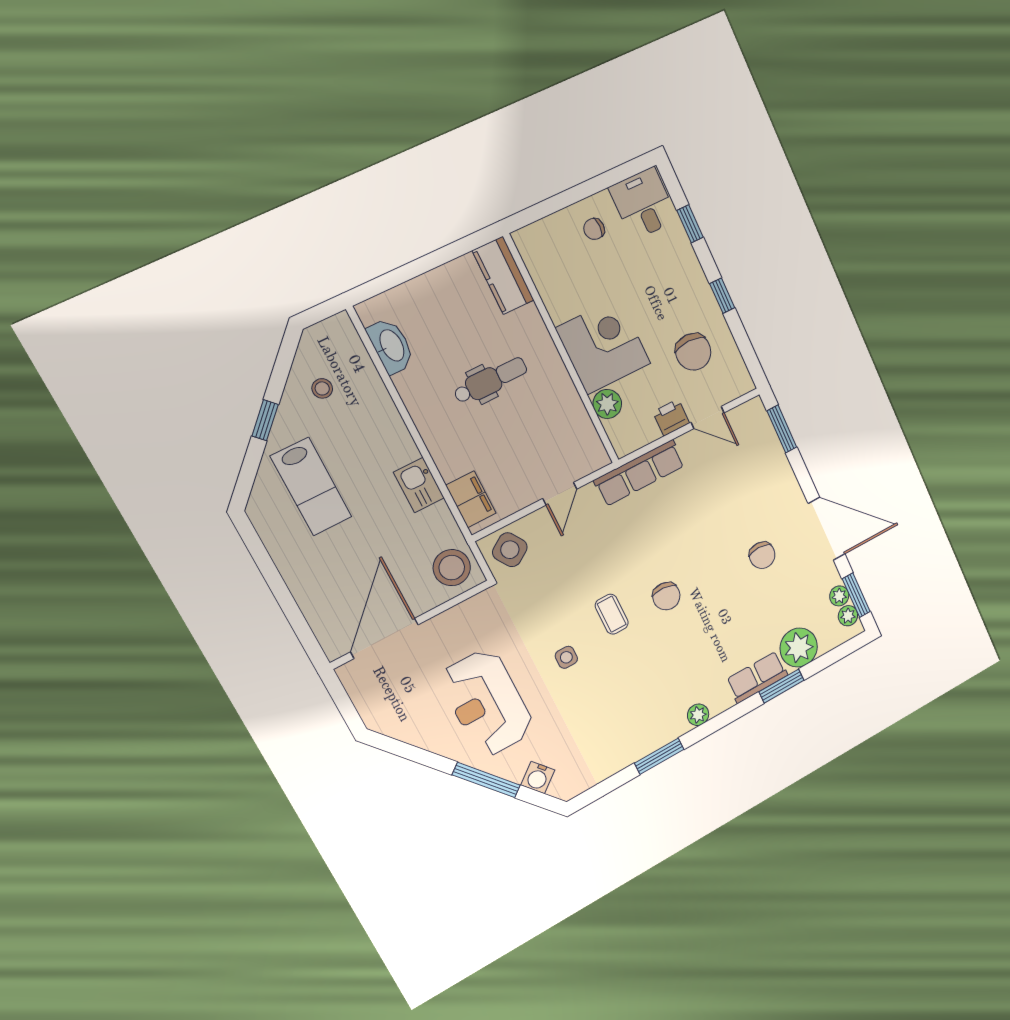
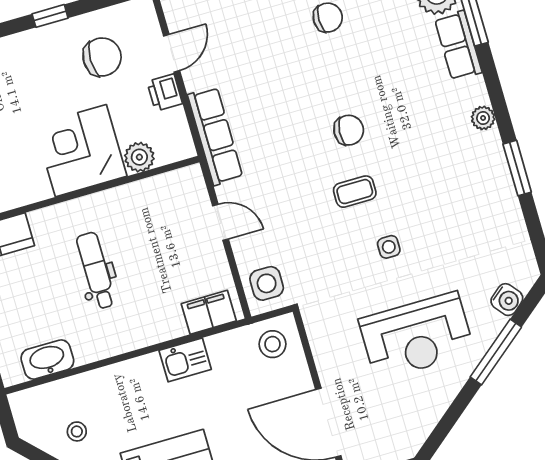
side table: (510, 550) -> (267, 283), turned 33
stool: (452, 568) -> (272, 344), width x0.73, depth x0.73

